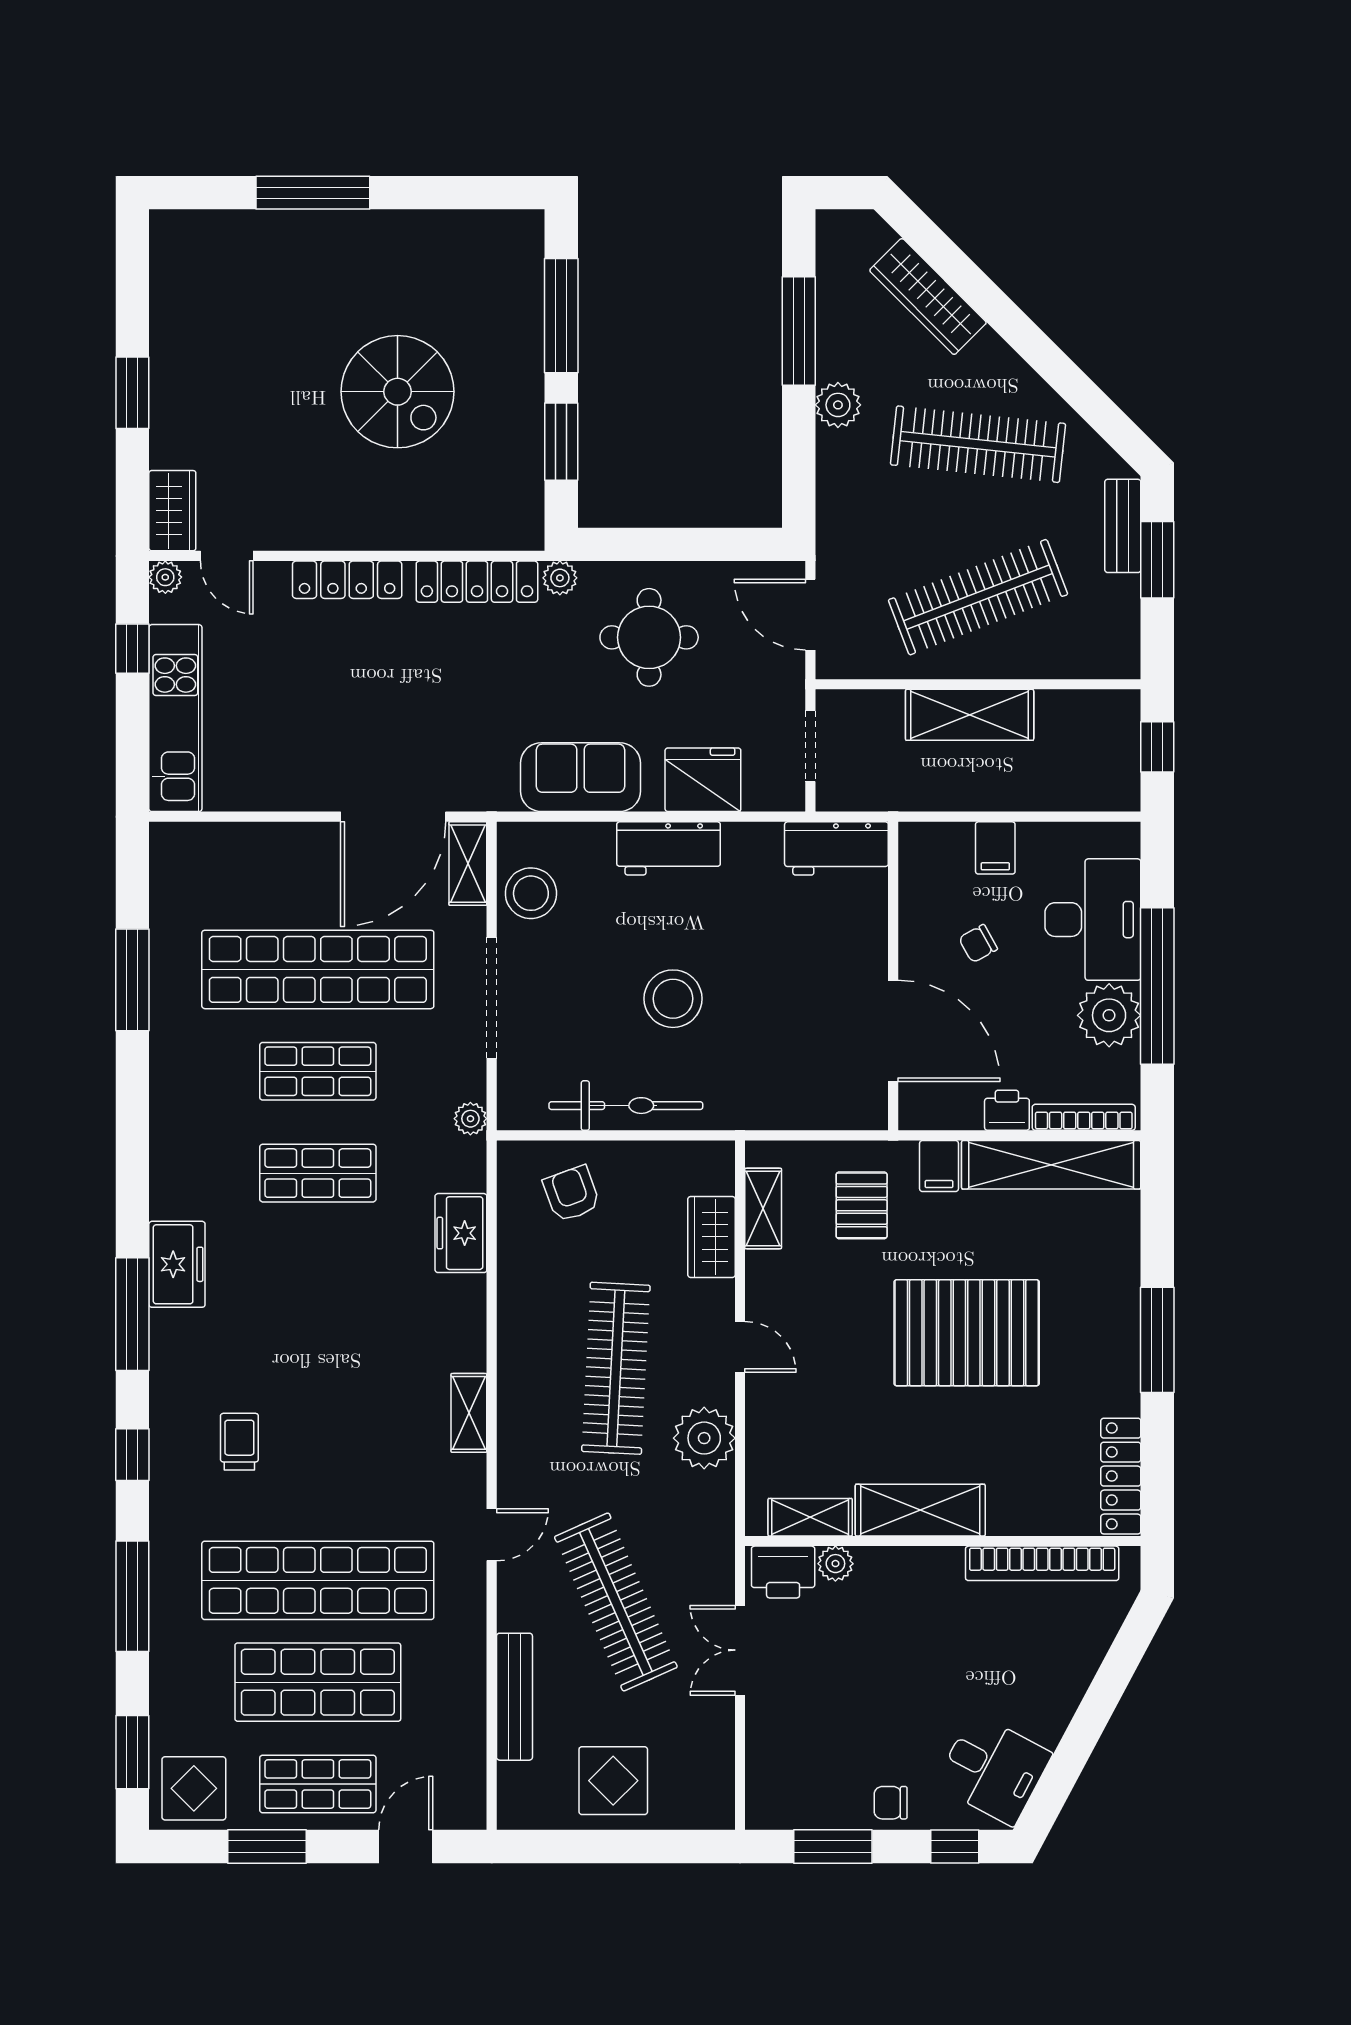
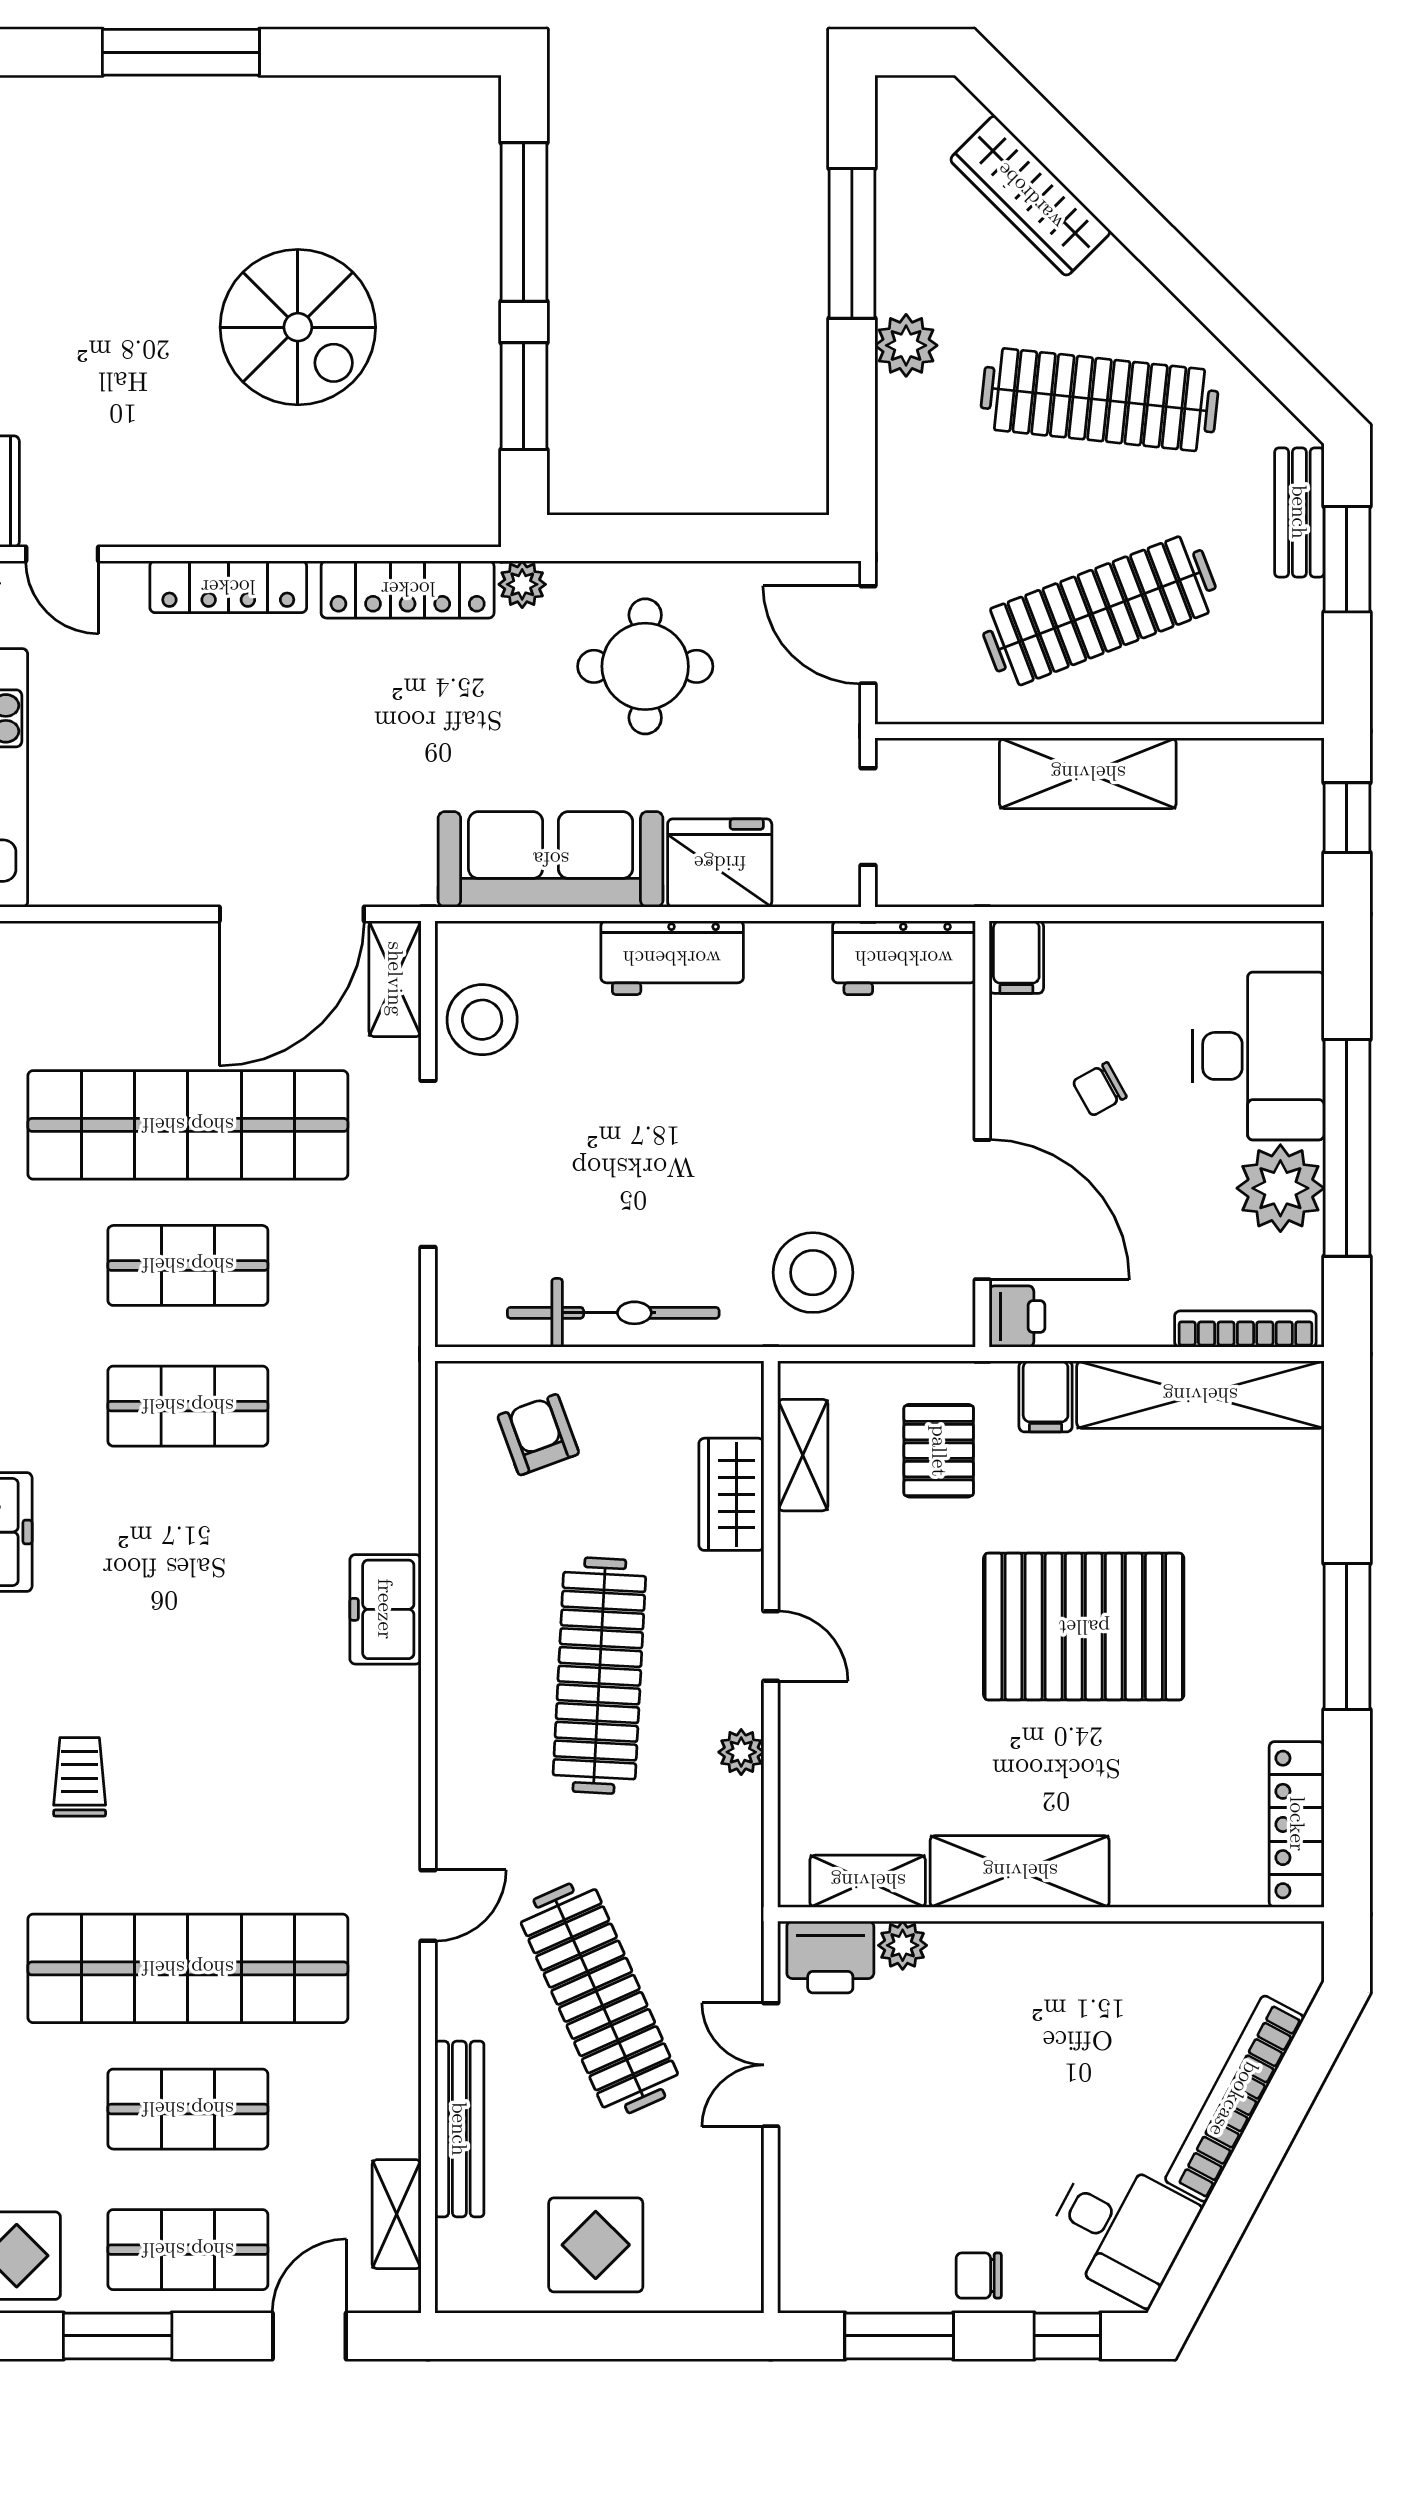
sofa: (580, 777) -> (551, 859), width x1.36
filing cabinet: (995, 848) -> (1016, 957), moved
stool: (673, 999) -> (813, 1273), moved
printer: (1007, 1110) -> (1017, 1317), moved, turned 90
plant: (470, 1119) -> (399, 1331), removed
freezer: (461, 1233) -> (385, 1609), moved
shelving: (469, 1413) -> (397, 2214), moved
plant: (704, 1438) -> (741, 1752), width x0.53, depth x0.53
bookcase: (1042, 1563) -> (1234, 2099), moved, turned 118
shop shelf: (318, 1682) -> (188, 2109), width x0.70, depth x0.74

